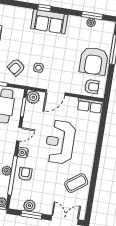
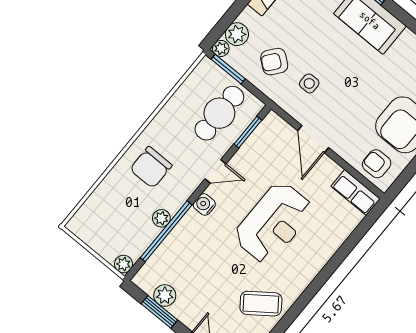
armchair: (92, 87) -> (377, 164), turned 180
door: (56, 92) -> (313, 139), hinge flipped
plant: (33, 97) -> (273, 126), removed
reception desk: (60, 142) -> (273, 223), turned 180
armchair: (25, 174) -> (188, 241), removed

